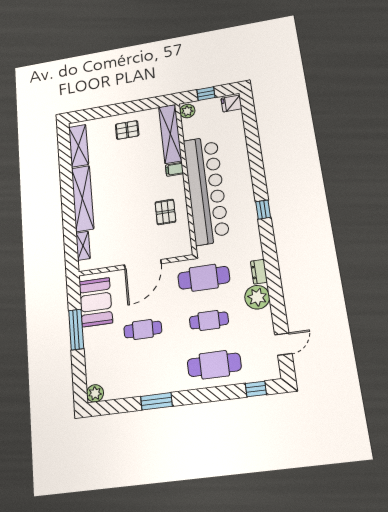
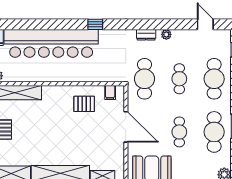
filing cabinet: (174, 169) -> (110, 92), moved
bar counter: (206, 190) -> (51, 43), moved, turned 180
plant: (257, 297) -> (166, 34), width x0.53, depth x0.53
cafe table: (147, 373) -> (214, 132), added

